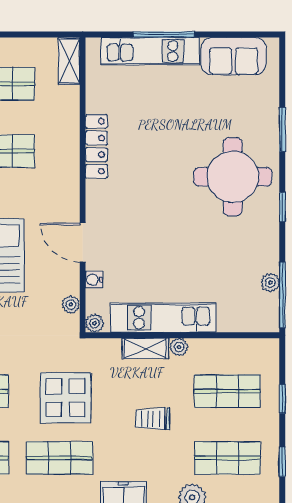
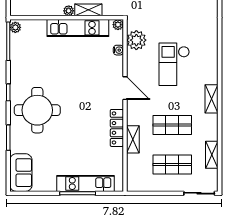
sofa: (234, 56) -> (21, 173), moved, turned 90
shelving: (69, 61) -> (133, 139), moved
door: (83, 243) -> (125, 88), moved
plant: (270, 282) -> (15, 27), moved
plant: (71, 305) -> (136, 40), width x1.87, depth x1.87

